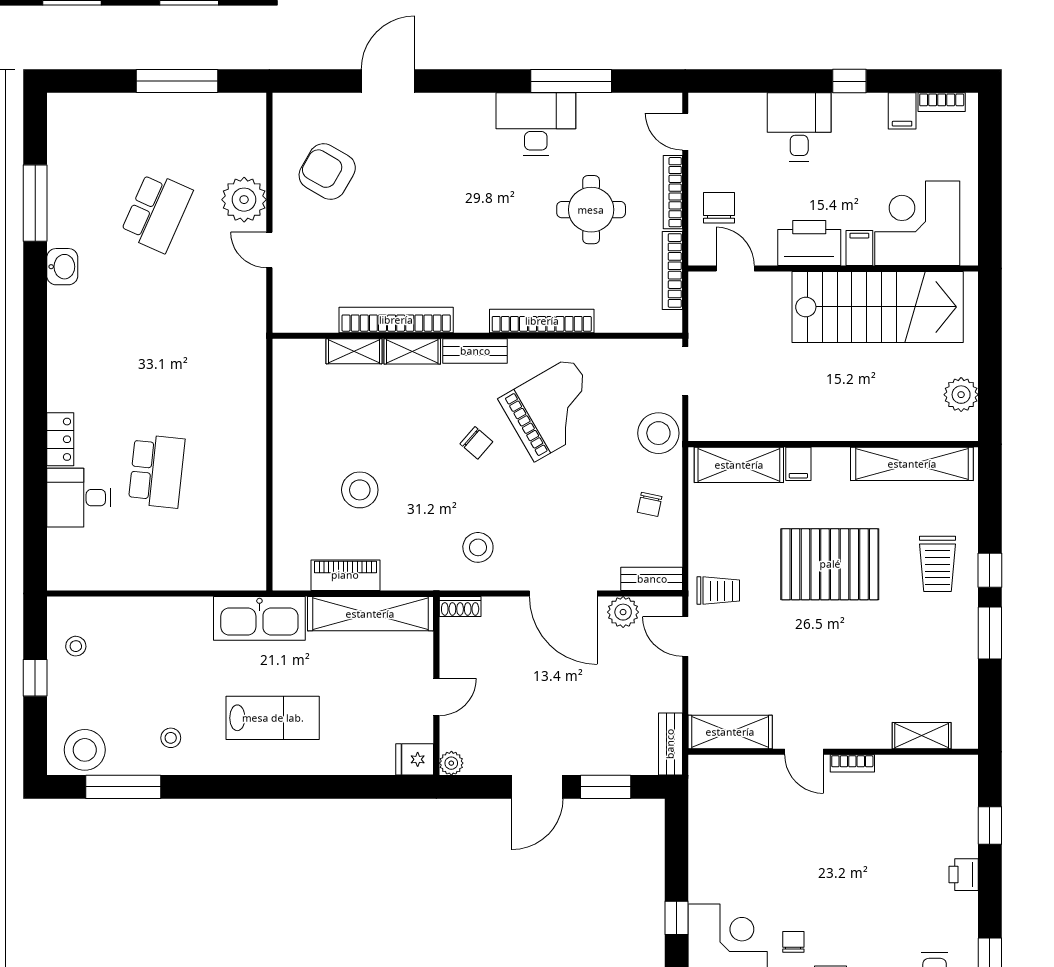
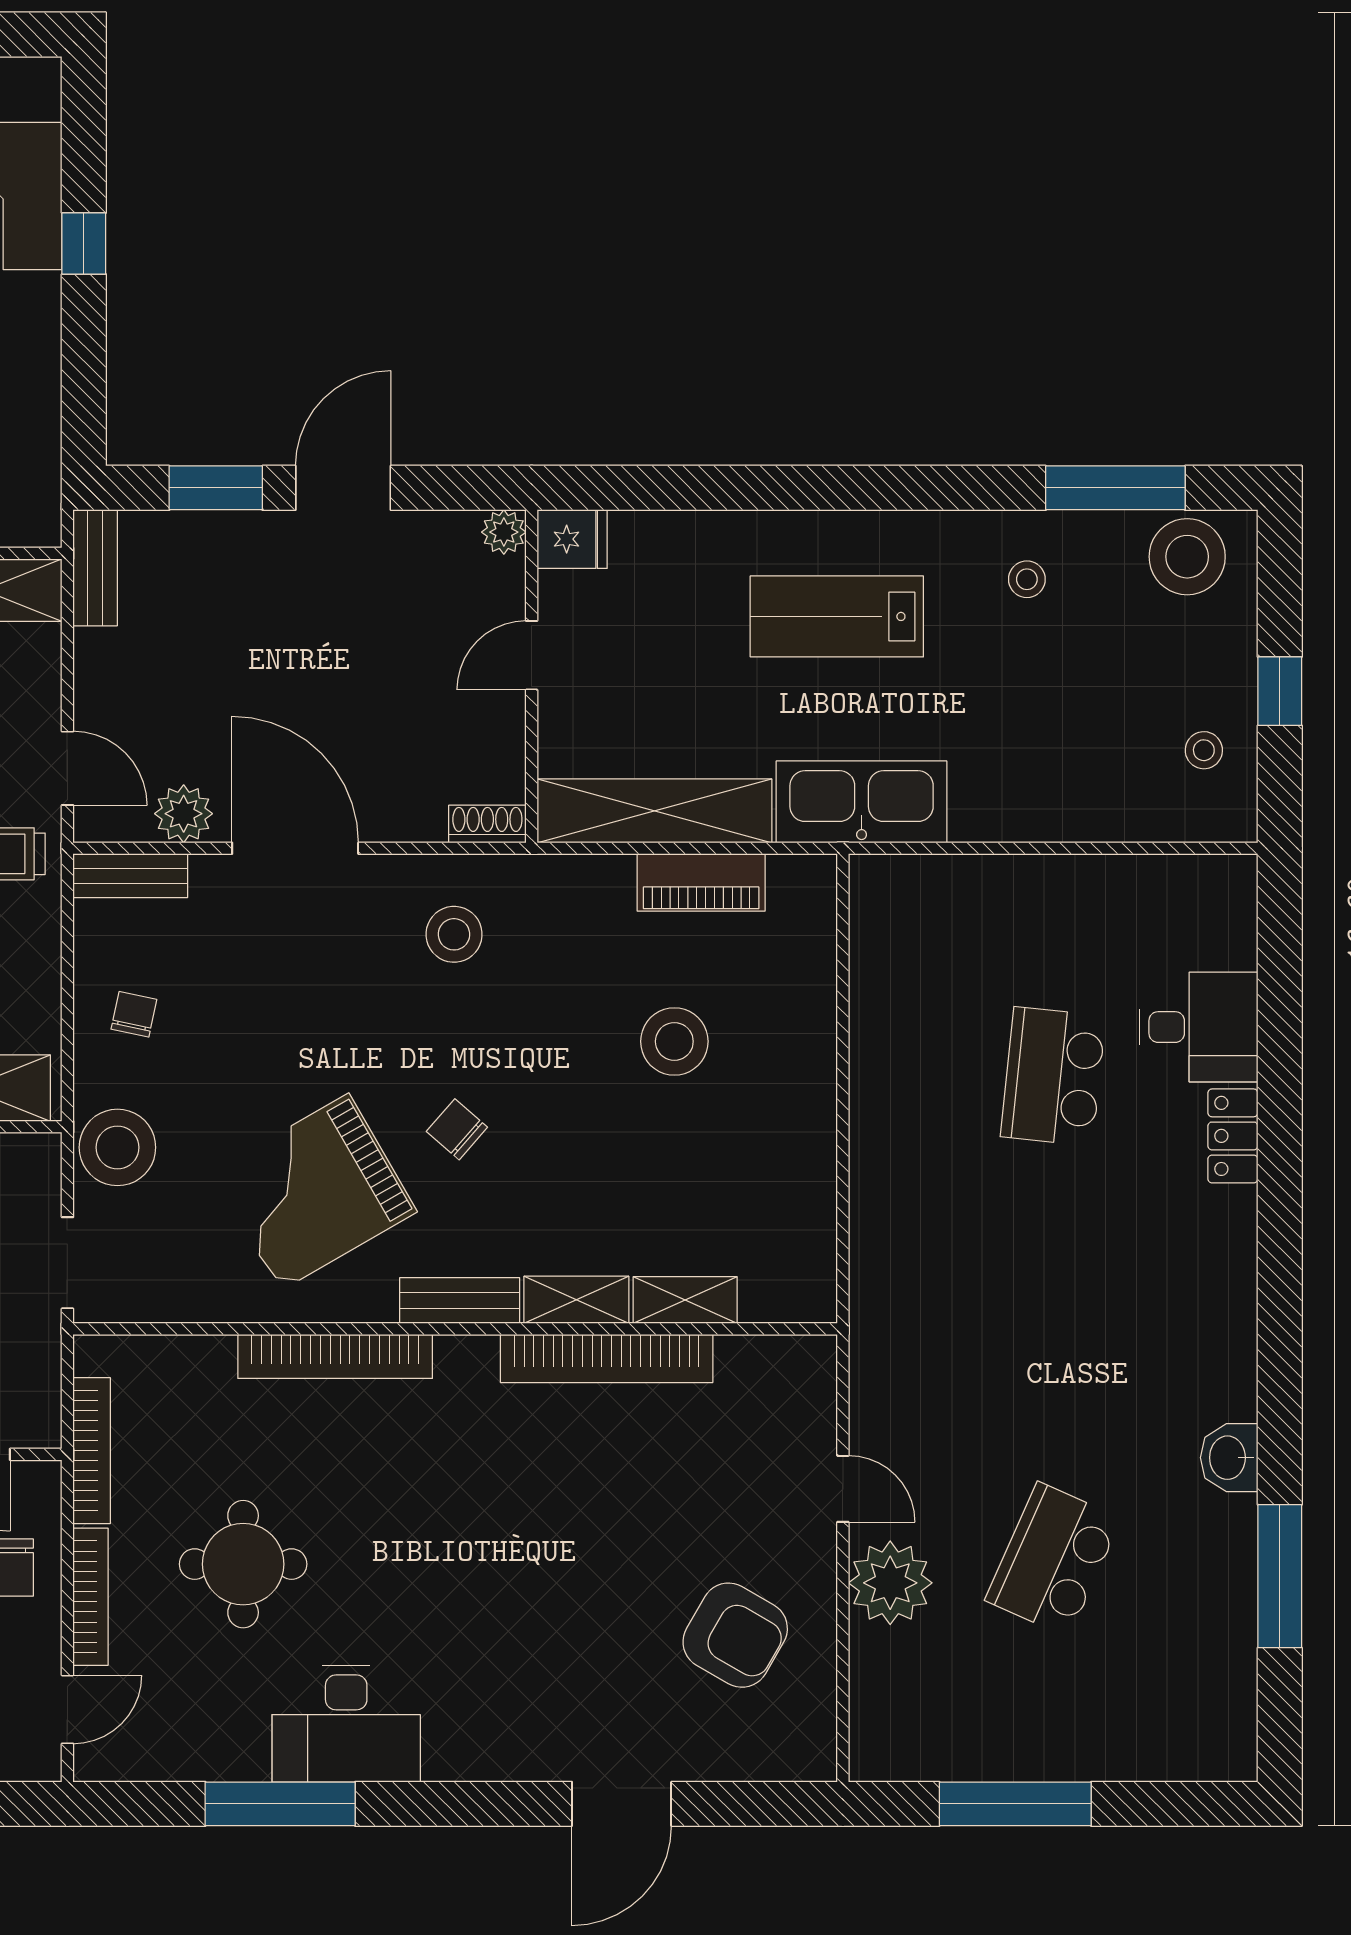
door: (685, 132) -> (67, 1709), hinge flipped

